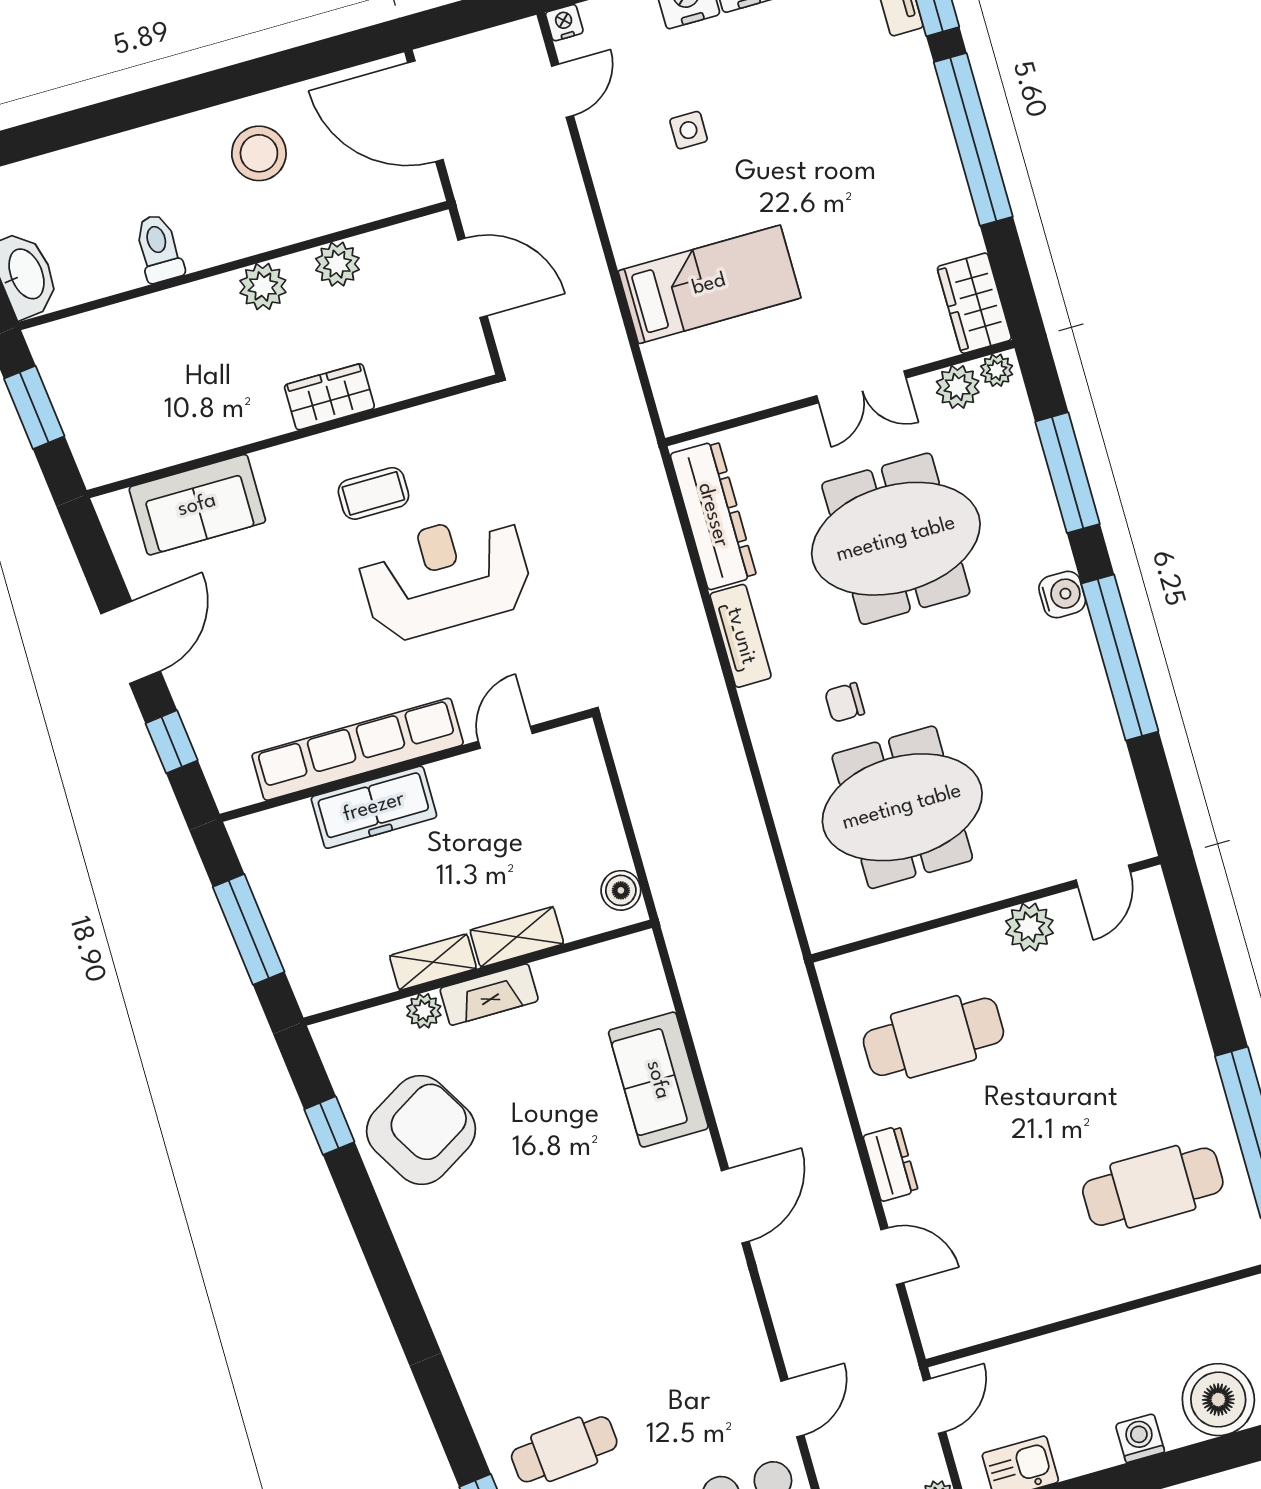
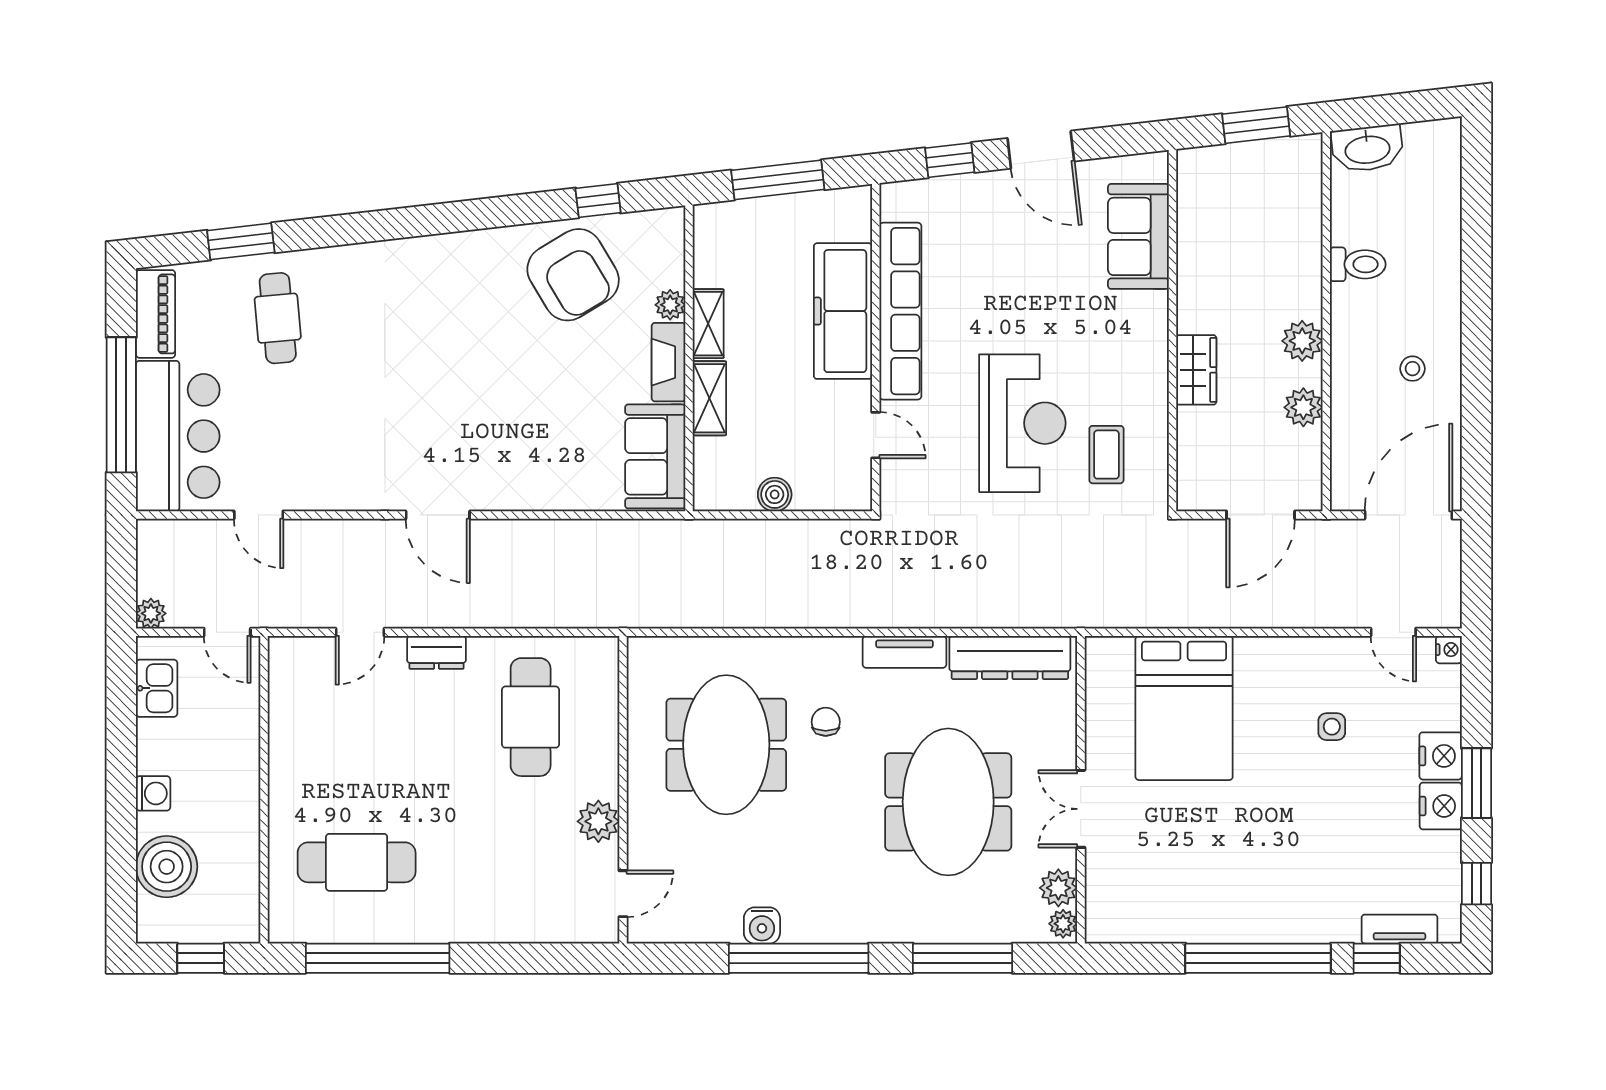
stool: (259, 153) -> (1412, 369), width x0.53, depth x0.53
bed: (709, 284) -> (1184, 708), width x1.50
wardrobe: (974, 303) -> (1123, 921), removed
coffee table: (373, 493) -> (1106, 455), moved
water cooler: (1062, 595) -> (762, 925), moved
freezer: (374, 807) -> (843, 311), width x1.36, depth x1.26
door: (1103, 876) -> (623, 894), swing flipped
boiler: (621, 890) -> (775, 494), moved
sofa: (658, 1080) -> (655, 456), moved, turned -90
cafe table: (1153, 1187) -> (357, 862), turned 90

